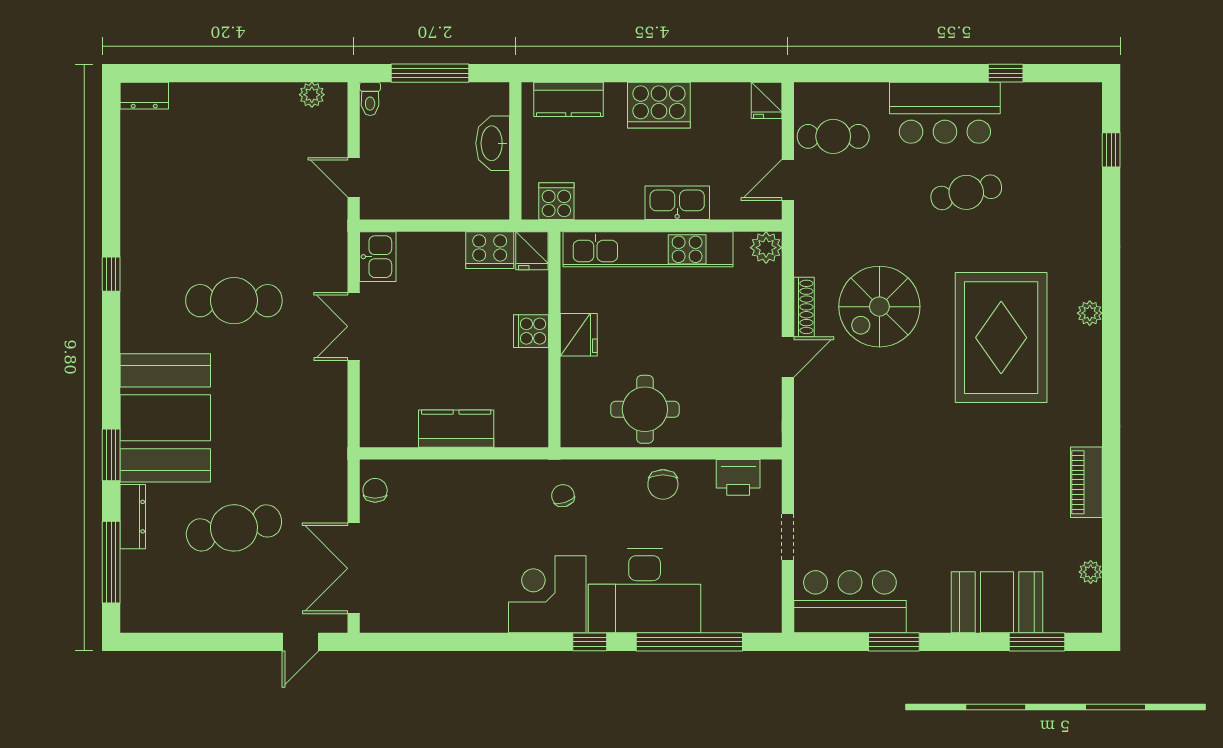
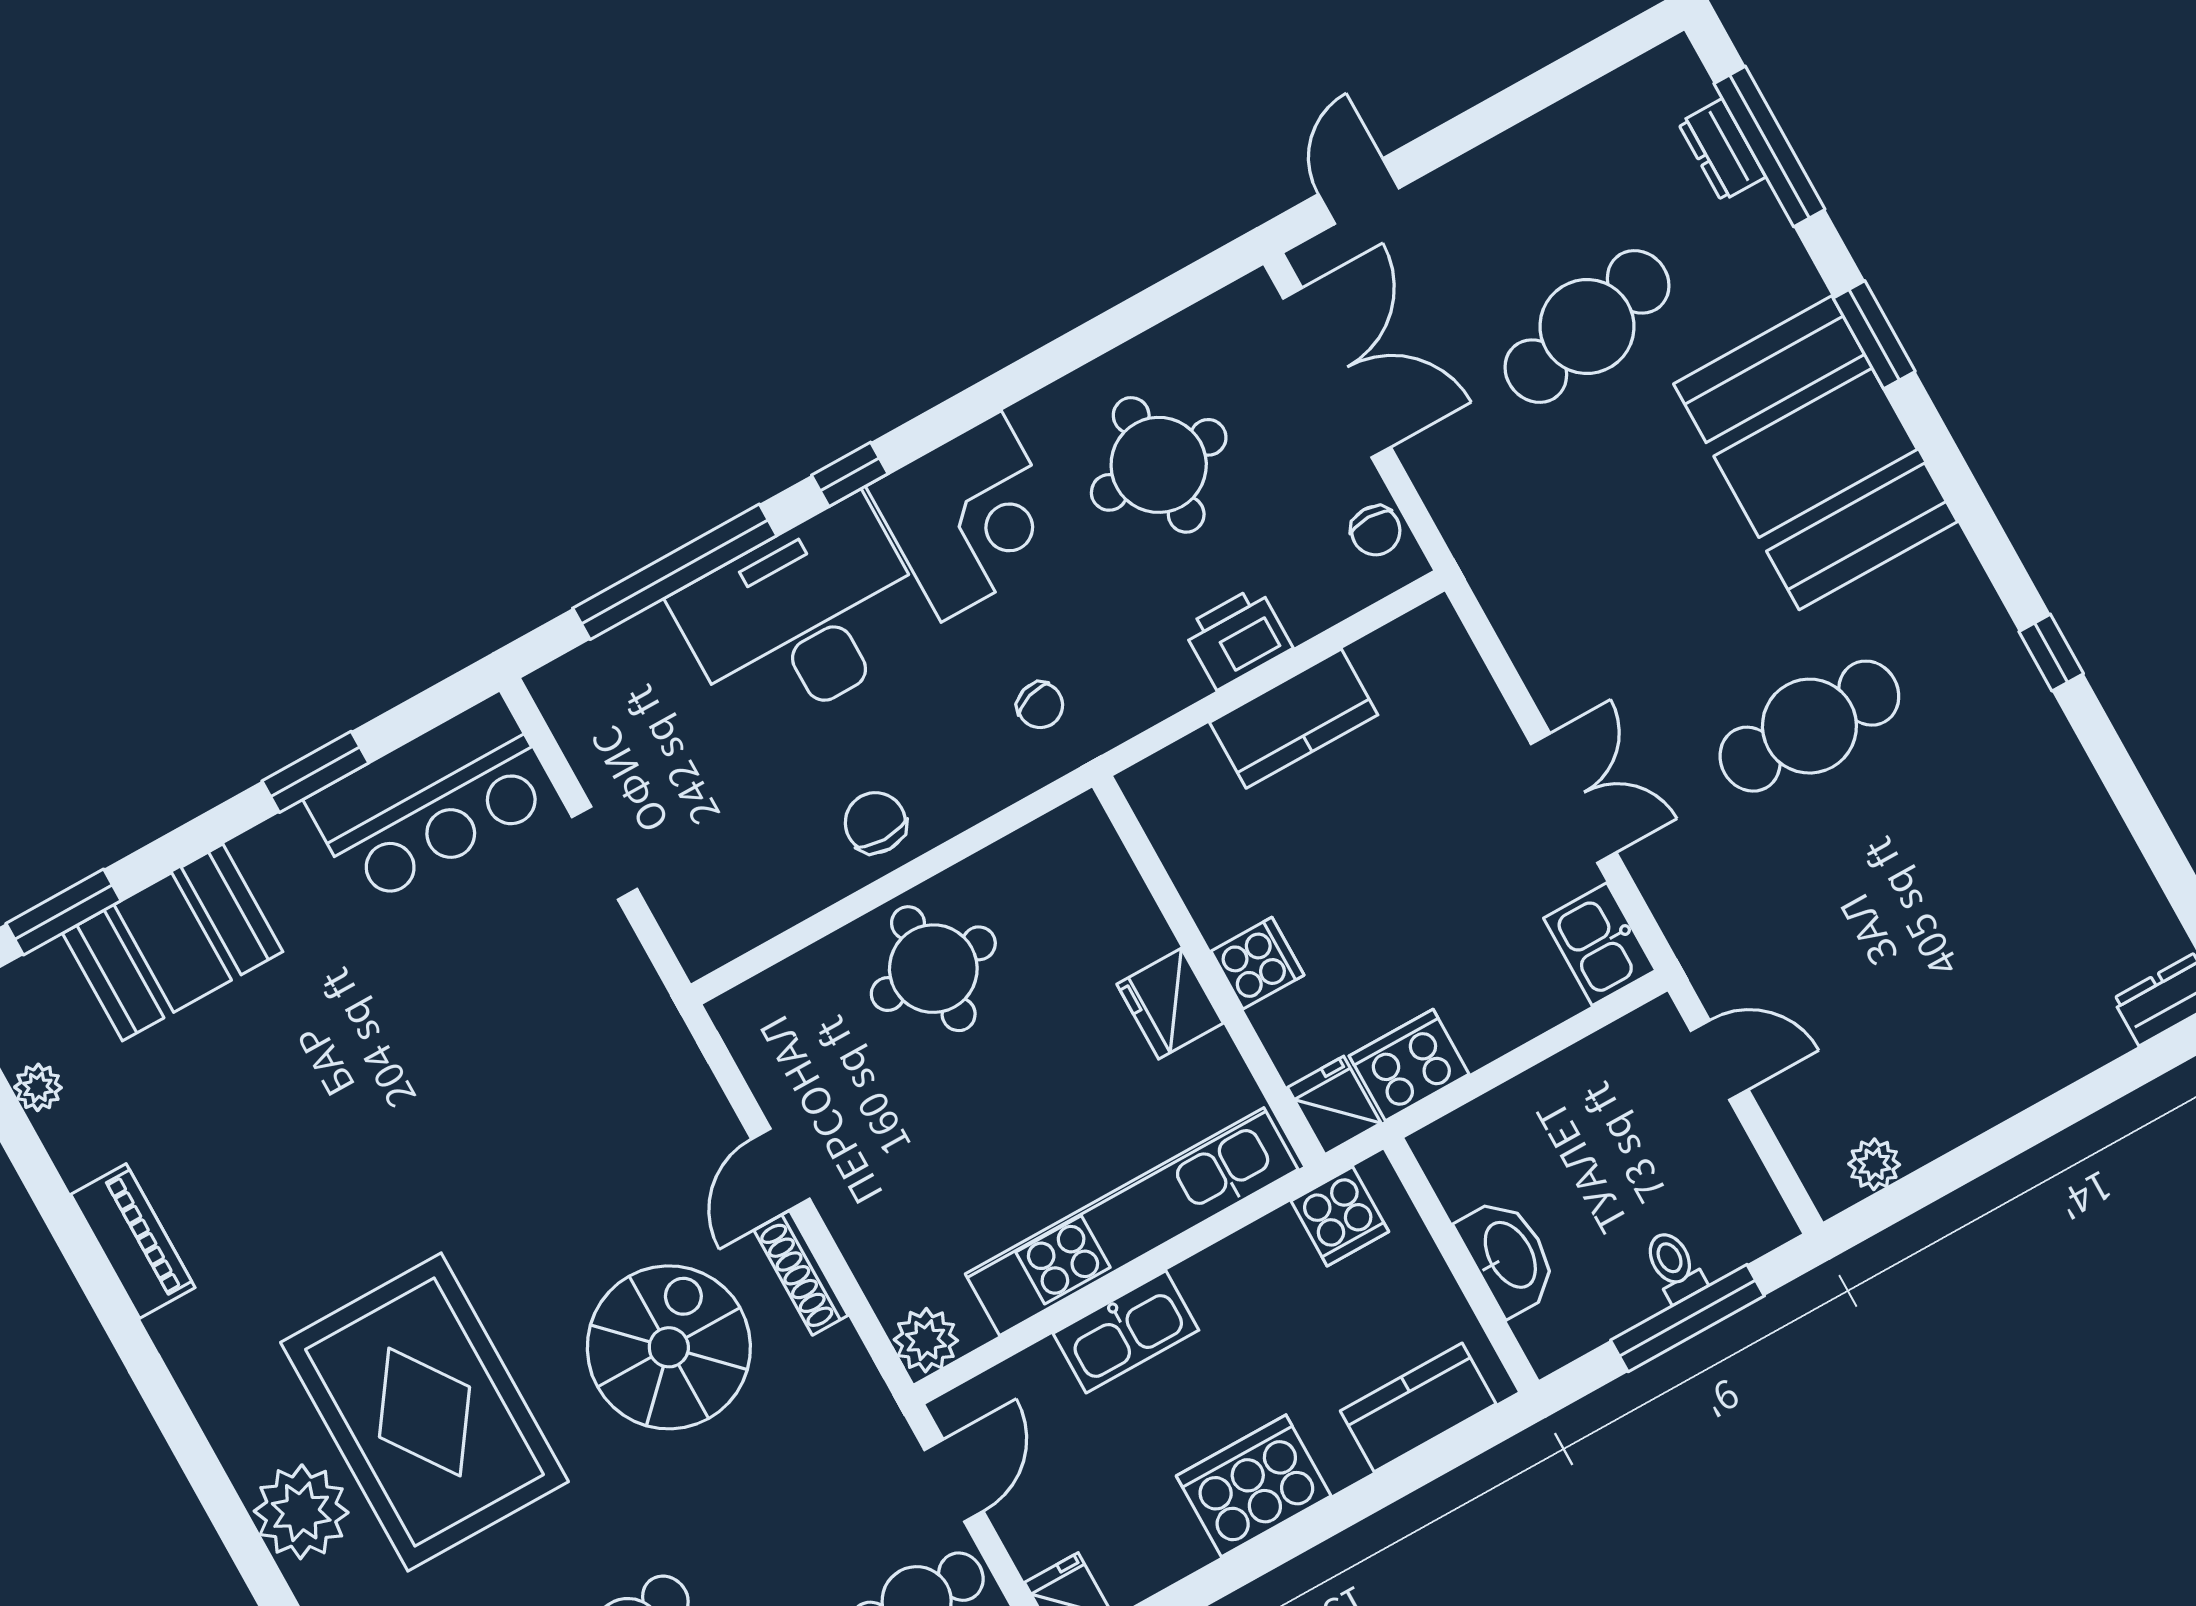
toilet: (370, 99) -> (1674, 1266), moved
plant: (1090, 313) -> (301, 1512), width x1.88, depth x1.88
round table: (645, 409) -> (933, 969), moved
printer: (738, 477) -> (1237, 638), moved
dresser: (133, 517) -> (1722, 150), moved, width x0.70
round table: (453, 571) -> (1159, 465), added

